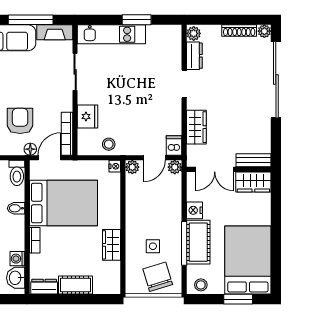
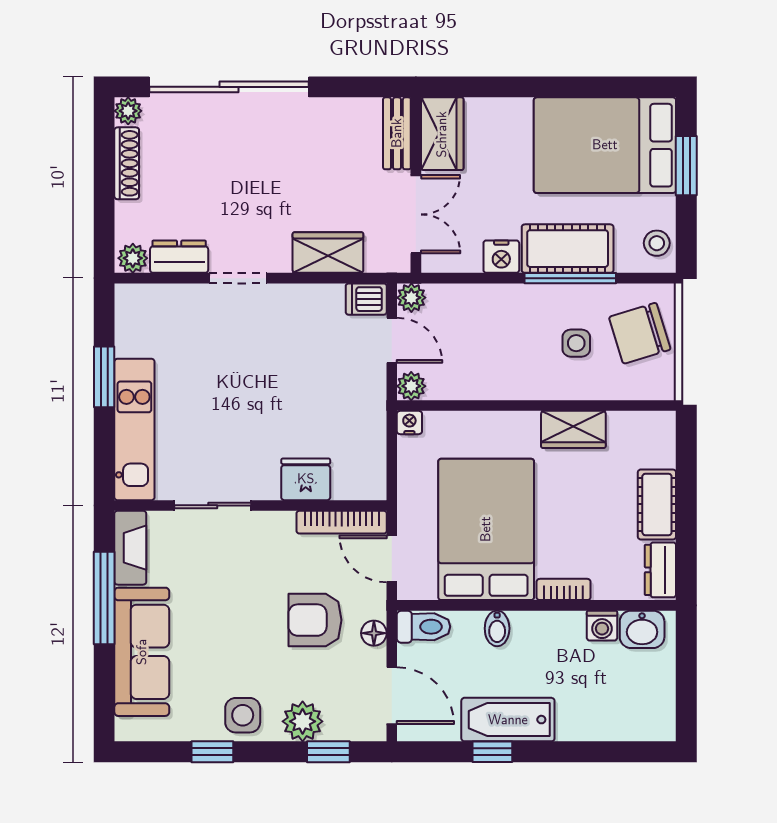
stool: (109, 144) -> (363, 435), removed
floor lamp: (30, 149) -> (374, 633), moved

